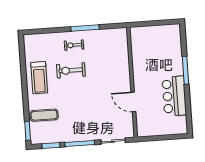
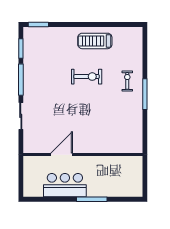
exercise bike: (71, 70) -> (87, 77), moved, turned 90
wall: (132, 82) -> (83, 155), moved
door: (133, 102) -> (62, 155), moved
exercise mat: (44, 115) -> (54, 43), removed

